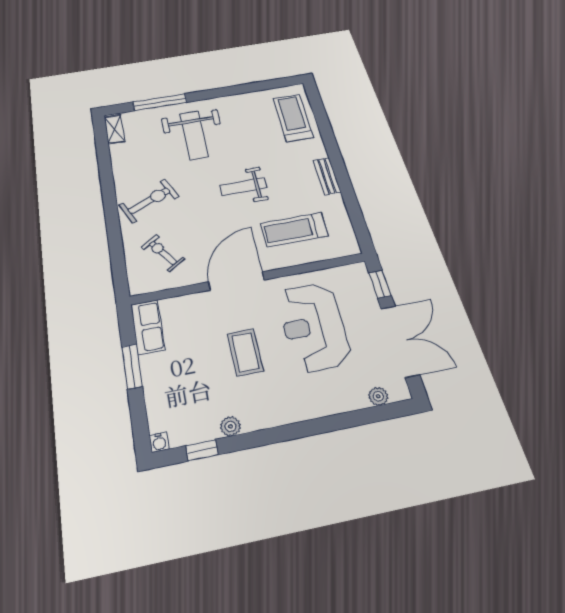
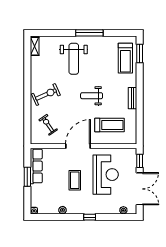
window: (160, 102) -> (89, 33), moved
window: (317, 106) -> (140, 53), added
treadmill: (293, 118) -> (125, 58), turned 180
treadmill: (294, 230) -> (110, 125), turned 180
reception desk: (313, 326) -> (106, 175), turned 180
row of seats: (148, 327) -> (36, 166), width x1.48
window: (202, 450) -> (90, 217), moved

